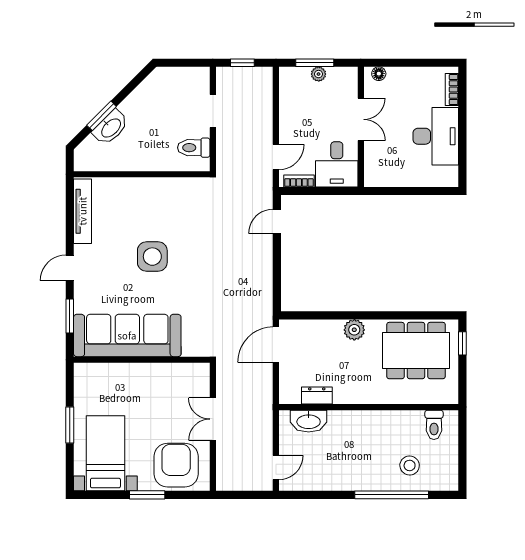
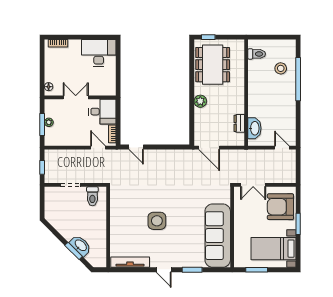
desk: (436, 136) -> (99, 53), moved
sofa: (127, 335) -> (218, 236), moved
wall: (142, 360) -> (232, 227), moved

